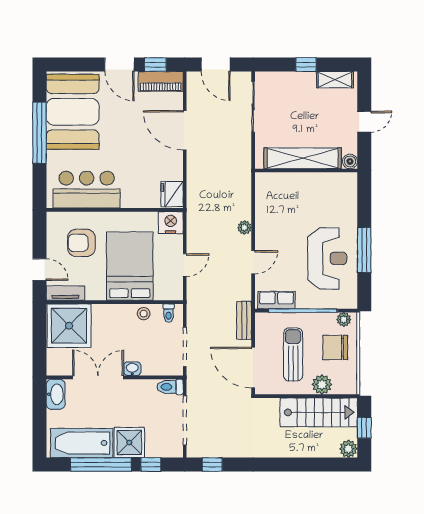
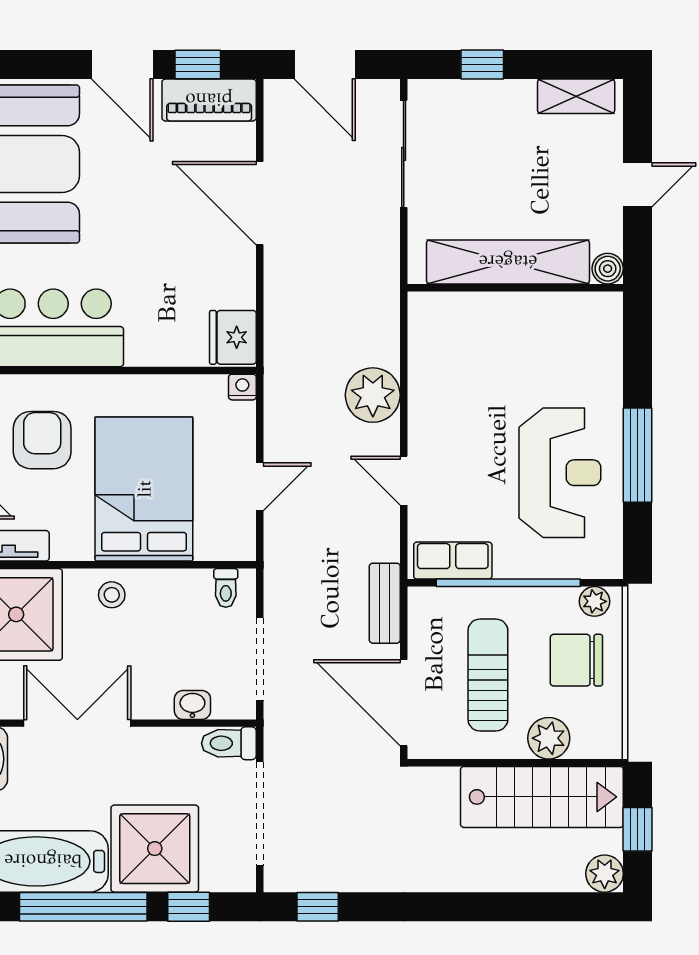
window: (306, 65) -> (482, 65), moved
nightstand: (171, 223) -> (242, 387), width x0.53, depth x0.56
plant: (244, 228) -> (373, 395), width x1.88, depth x1.88
armchair: (81, 243) -> (42, 440), turned 90
door: (253, 262) -> (404, 481), swing flipped
stool: (144, 314) -> (112, 595), moved
washbasin: (132, 369) -> (192, 705), moved
shower: (129, 442) -> (155, 849), width x1.37, depth x1.37

